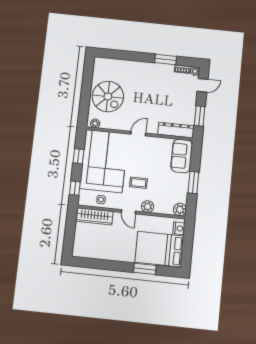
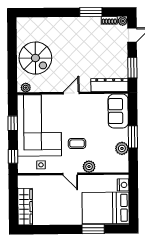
plant: (180, 210) -> (122, 148), moved
wardrobe: (94, 216) -> (25, 207), moved, turned -90

